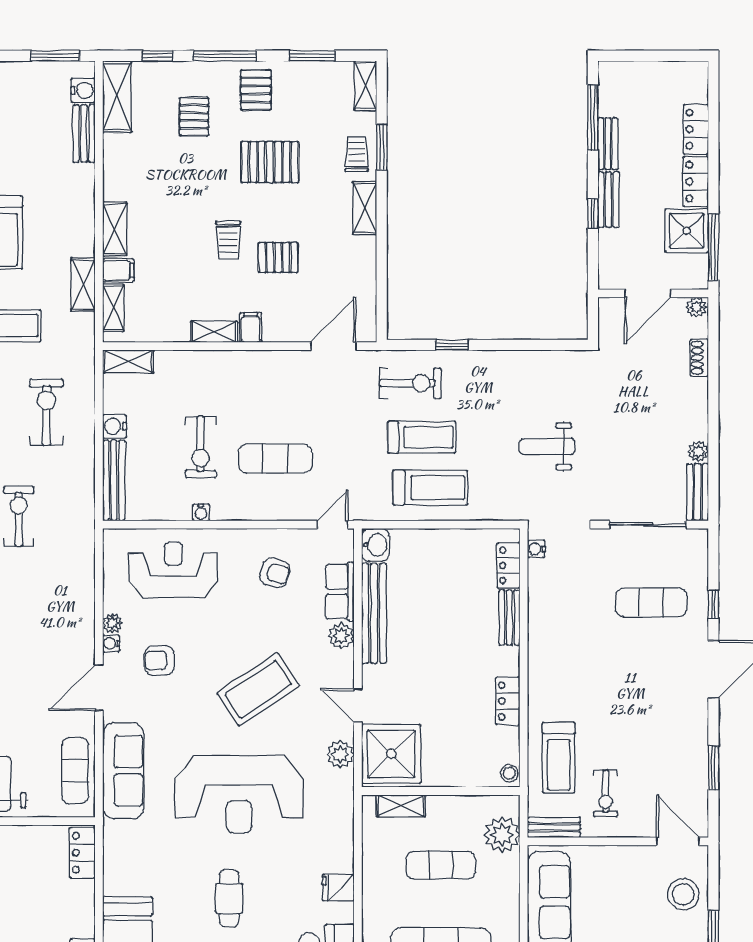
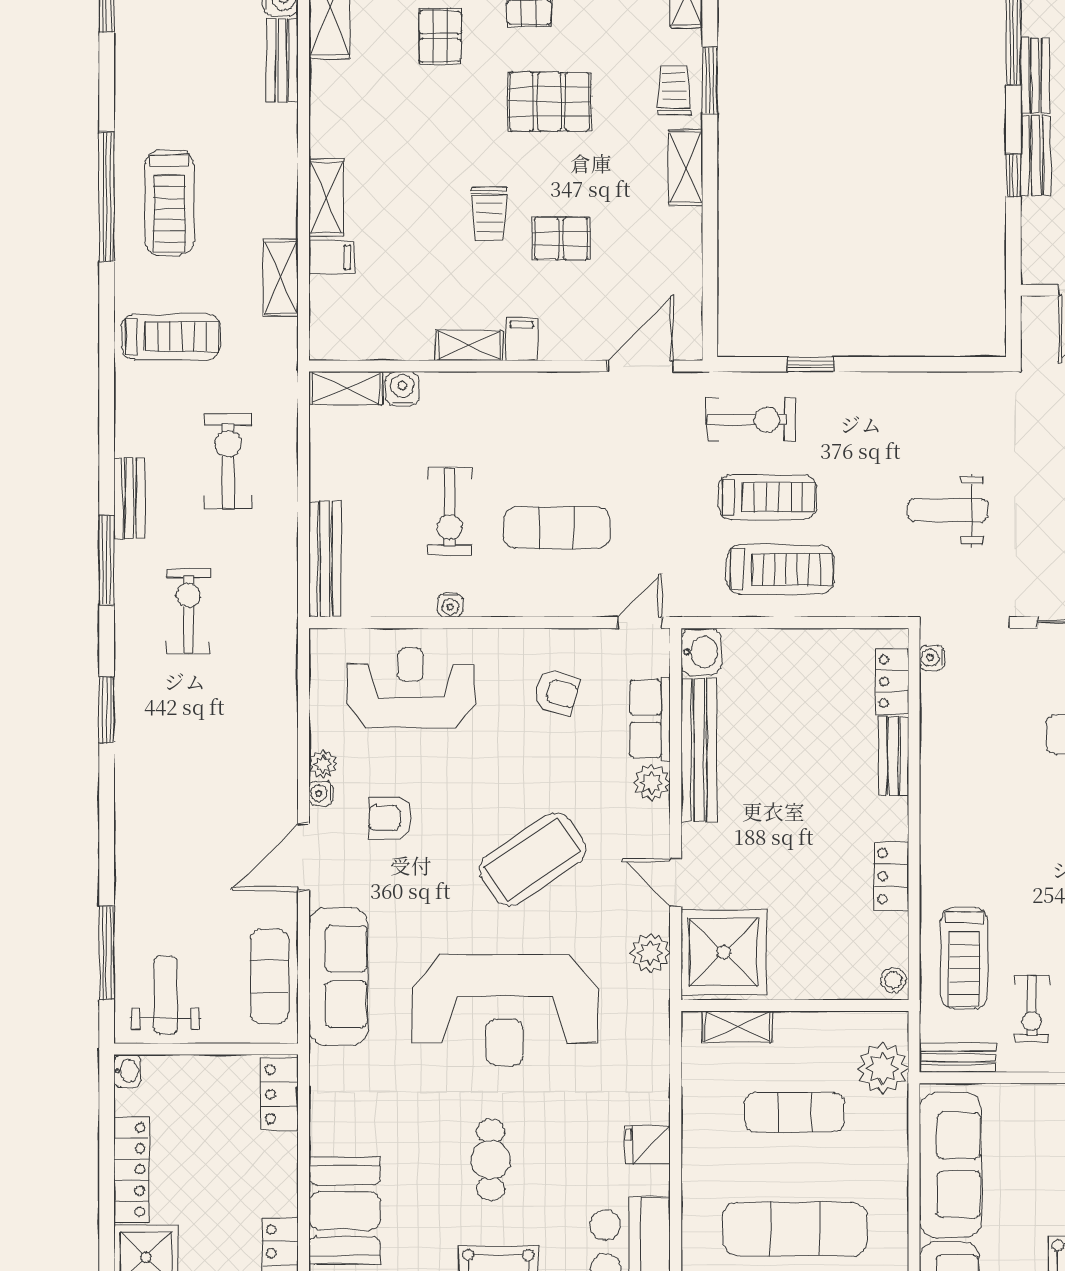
shelving: (113, 308) -> (324, 311), removed
water cooler: (114, 426) -> (402, 388), moved, turned 90

